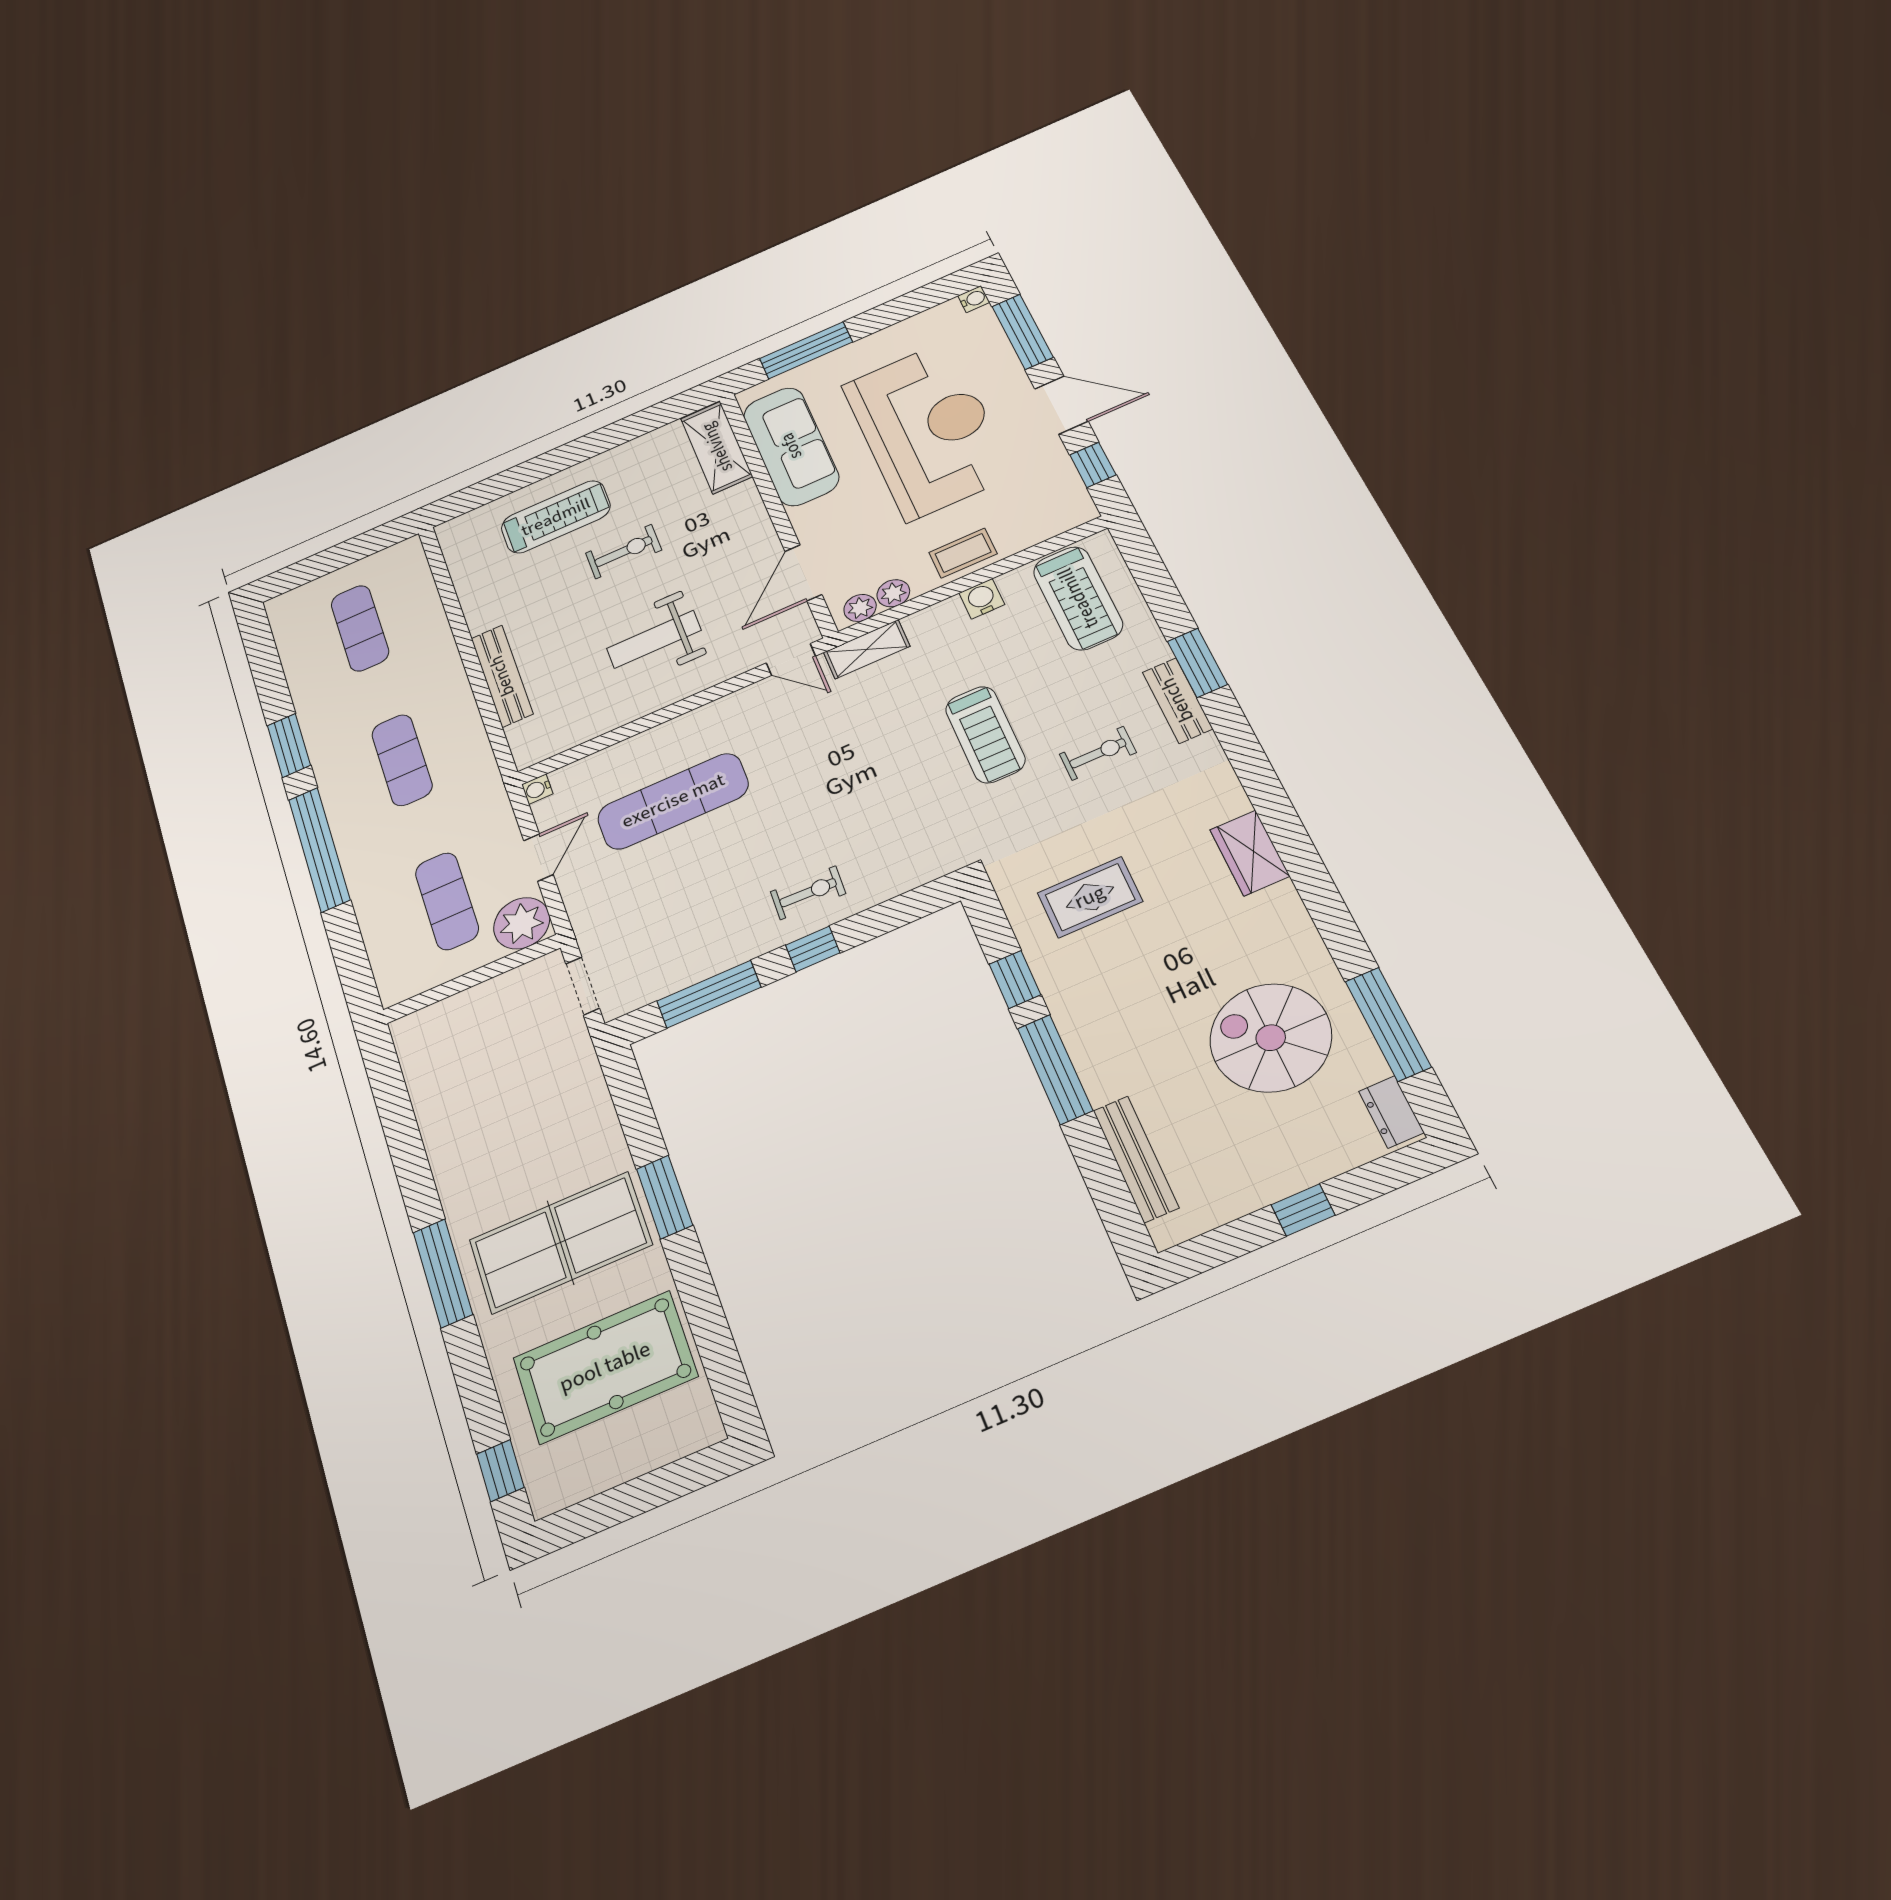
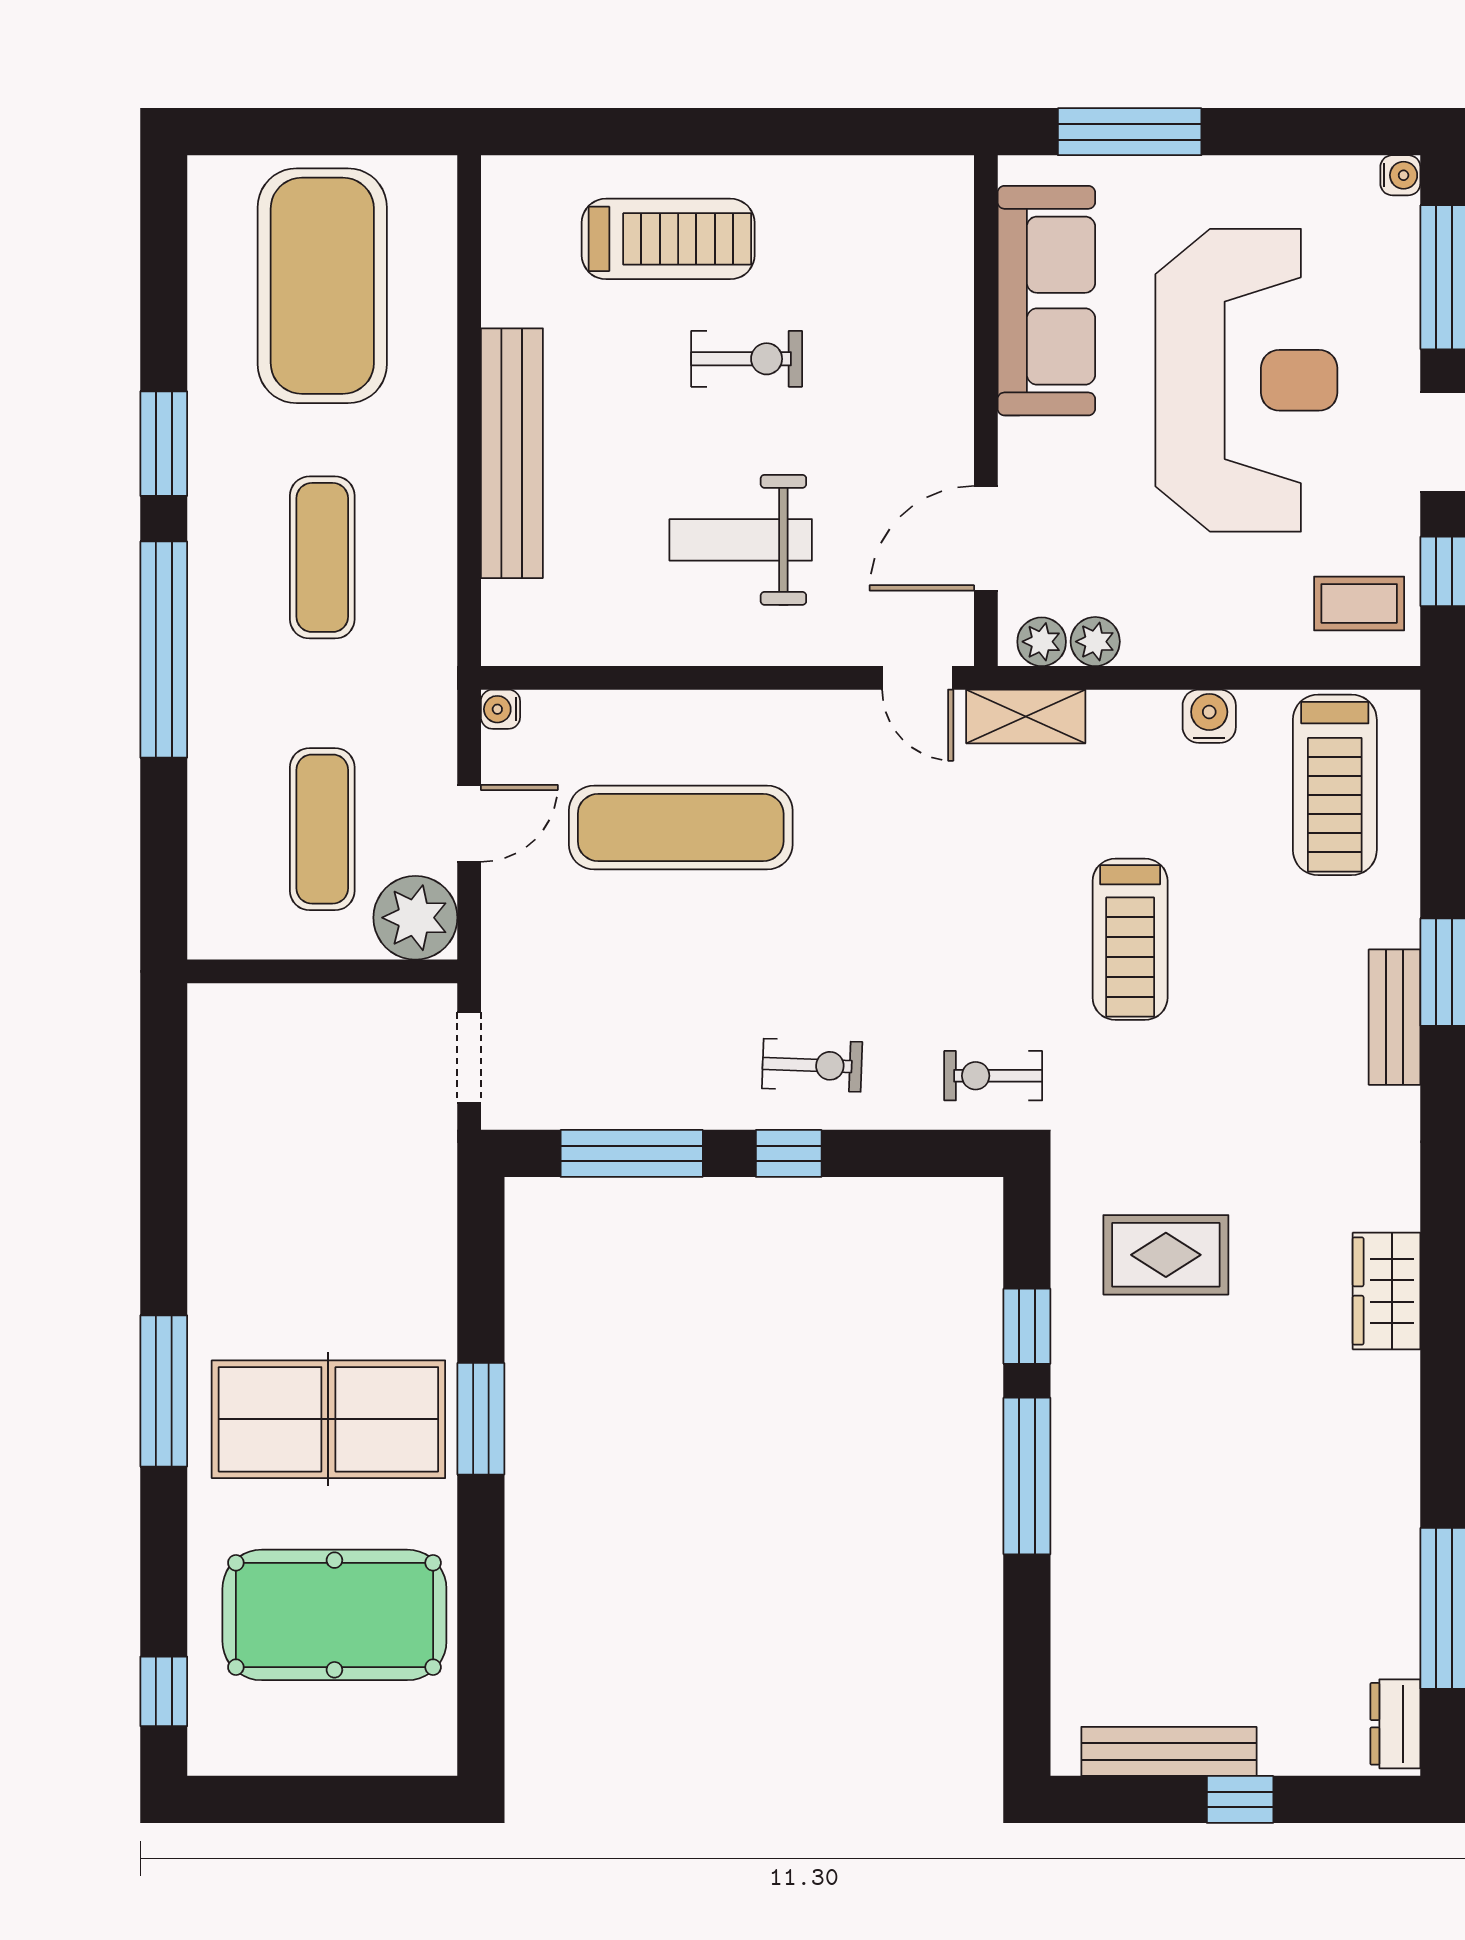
shelving: (717, 447) -> (940, 242), removed
coffee table: (963, 553) -> (1359, 603), moved
exercise mat: (360, 628) -> (322, 286), width x2.00, depth x1.45
bench: (502, 676) -> (512, 453), width x1.37, depth x1.21
exercise bike: (1098, 753) -> (993, 1076), moved, turned 180
spiral stairs: (1271, 1038) -> (1300, 1559), removed
bench: (1136, 1159) -> (1169, 1751), moved, turned 90

